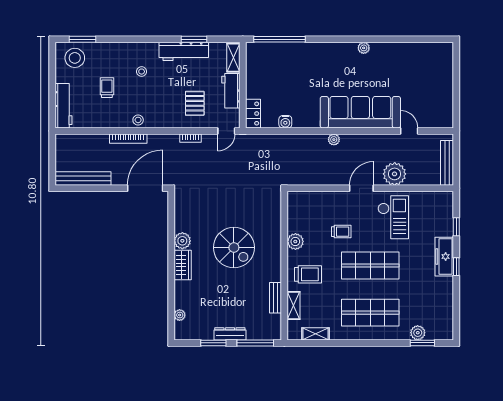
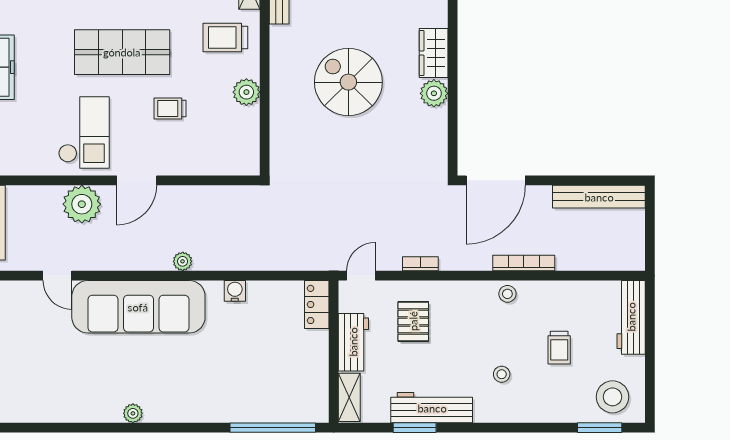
water cooler: (285, 122) -> (235, 291), moved
checkout: (393, 217) -> (84, 132), turned 180

